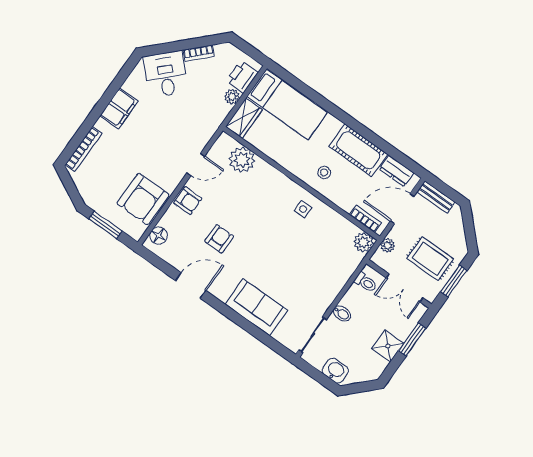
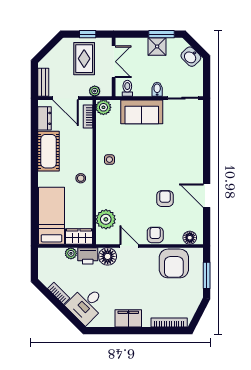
printer: (242, 77) -> (88, 256), moved
floor lamp: (201, 133) -> (108, 256), added
stool: (324, 172) -> (81, 178), moved
armchair: (143, 199) -> (174, 263), turned 90
armchair: (219, 239) -> (165, 199), turned 90
window: (454, 281) -> (88, 34), width x0.67
sofa: (256, 307) -> (142, 112), moved, turned -90
window: (412, 340) -> (161, 34), moved
washbasin: (335, 371) -> (191, 57), moved, turned -45

